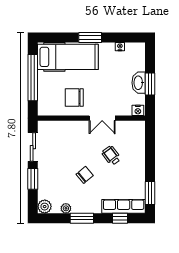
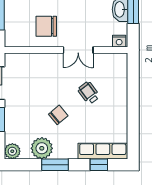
window: (150, 193) -> (133, 136), removed
plant: (66, 208) -> (42, 148), width x1.88, depth x1.88

